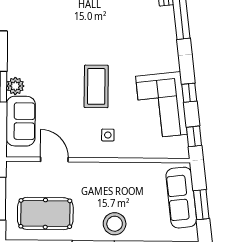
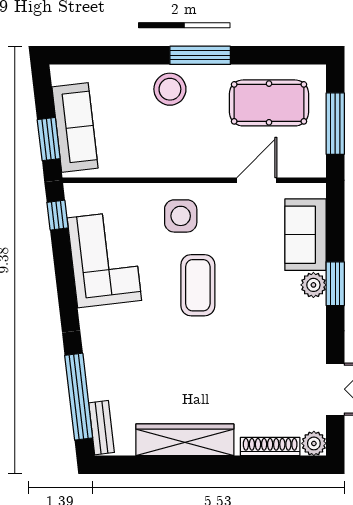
window: (189, 93) -> (65, 277), removed
side table: (108, 135) -> (181, 216), width x1.87, depth x1.87
door: (54, 160) -> (257, 180), swing flipped
window: (201, 205) -> (49, 139), moved

